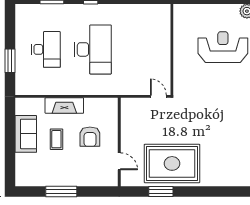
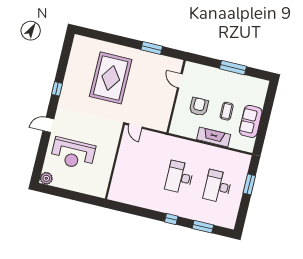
desk: (93, 49) -> (179, 177), width x0.73, depth x0.77
rug: (172, 163) -> (111, 78), moved, turned 90

